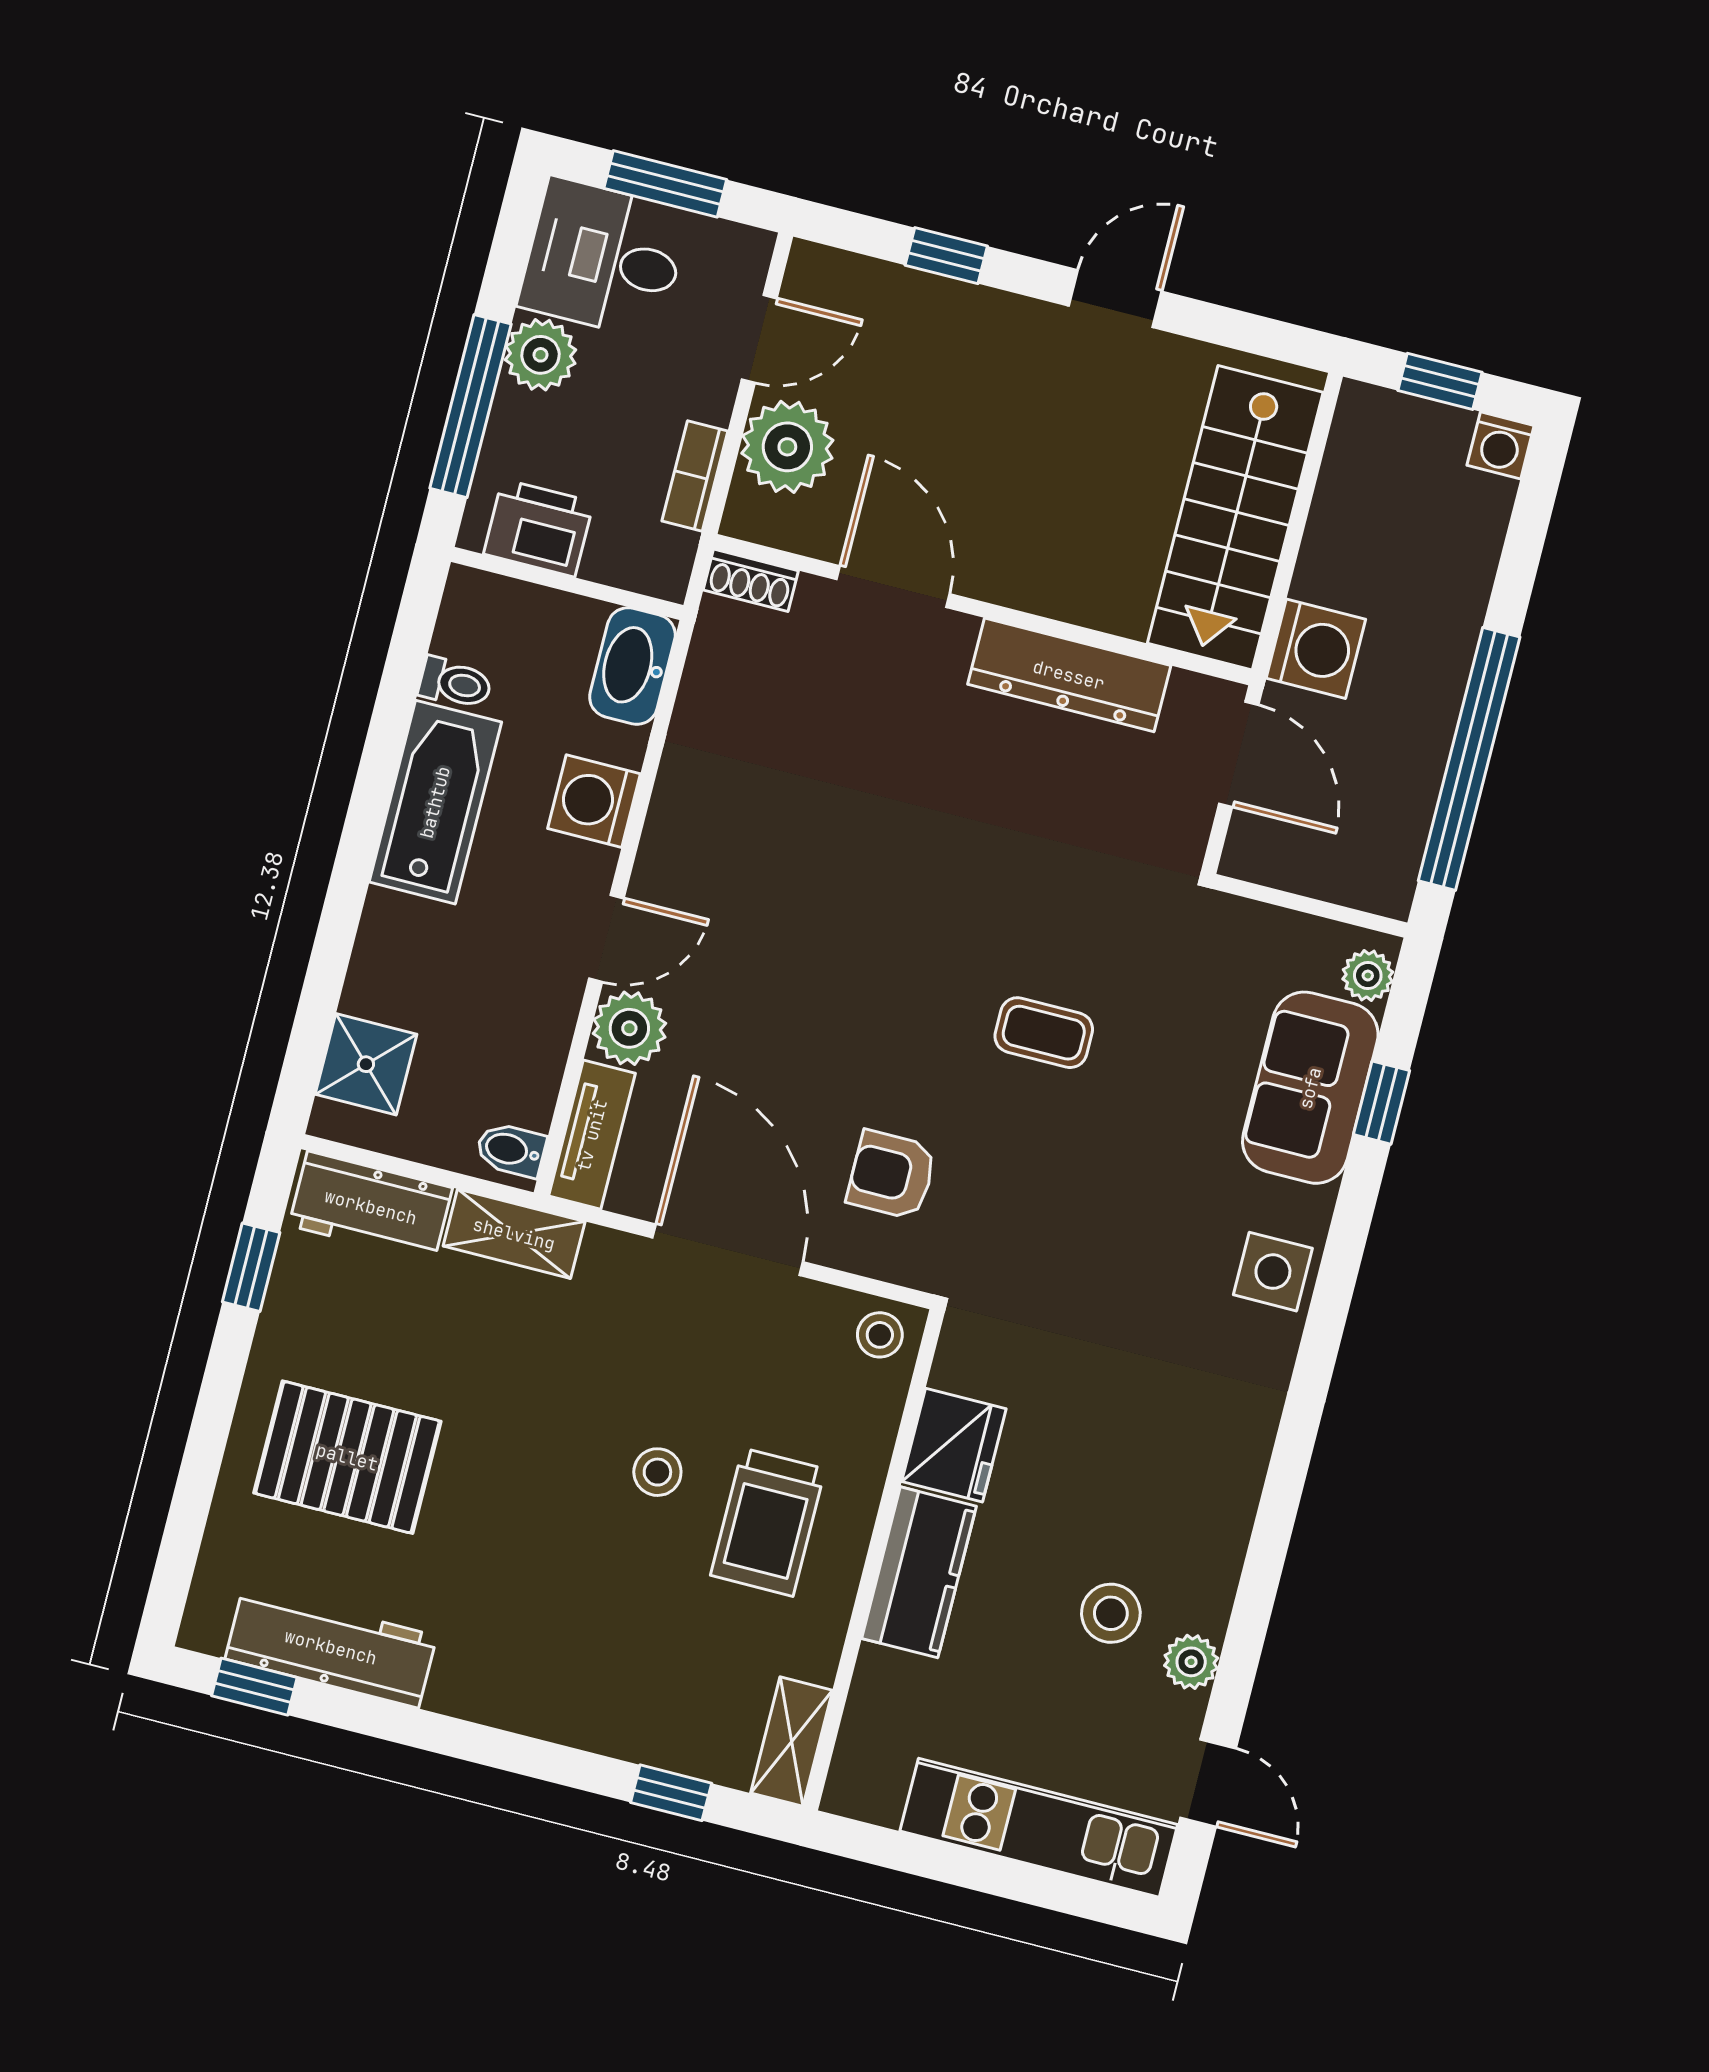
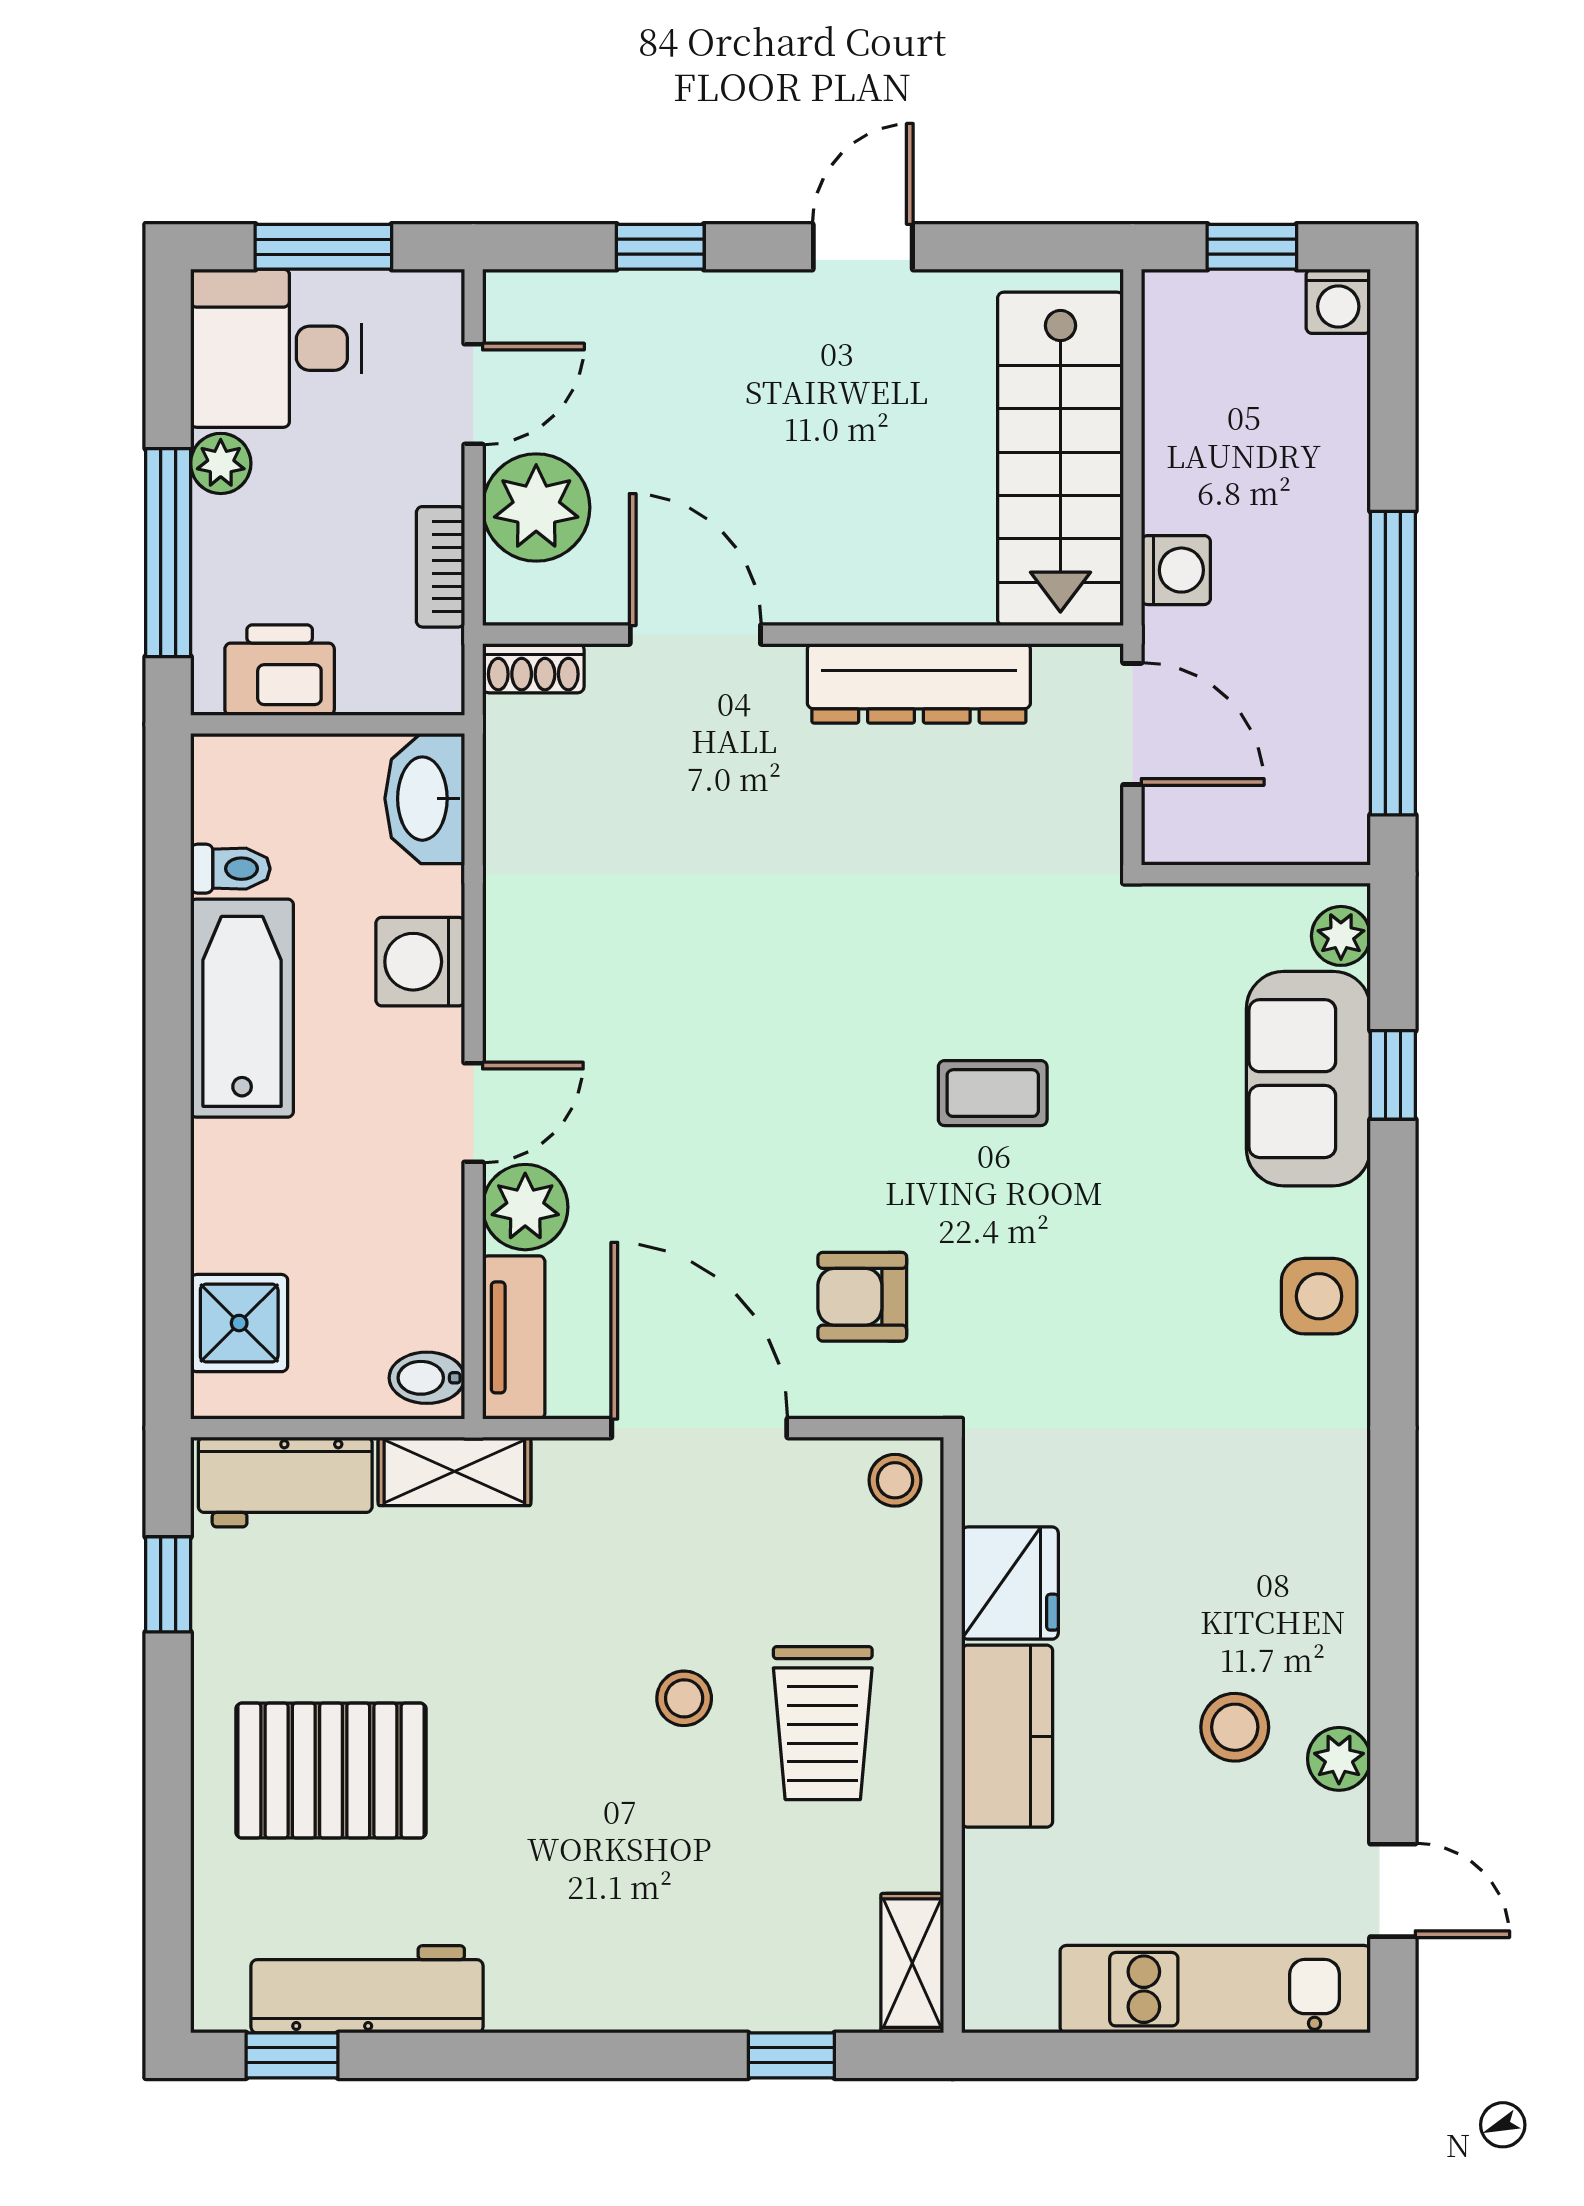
plant: (540, 355) -> (221, 463), width x0.73, depth x0.73
washing machine: (1316, 649) -> (1176, 570), width x0.73, depth x0.73

